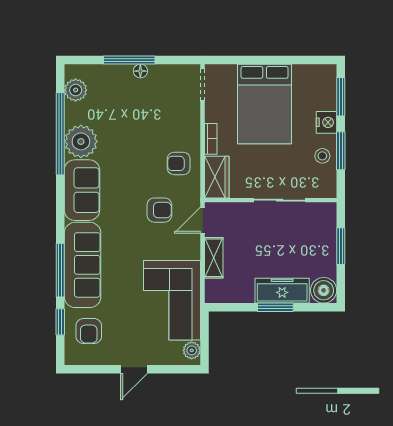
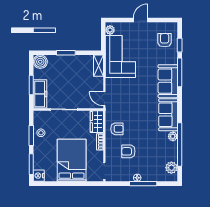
nightstand: (326, 122) -> (39, 176), moved
plant: (81, 141) -> (173, 136), width x0.53, depth x0.53
armchair: (159, 210) -> (128, 151), moved
door: (203, 220) -> (104, 99), swing flipped
shelving: (214, 258) -> (98, 66), moved
sofa: (83, 265) -> (168, 81), width x0.73
freezer: (282, 291) -> (40, 94), moved, turned -90

